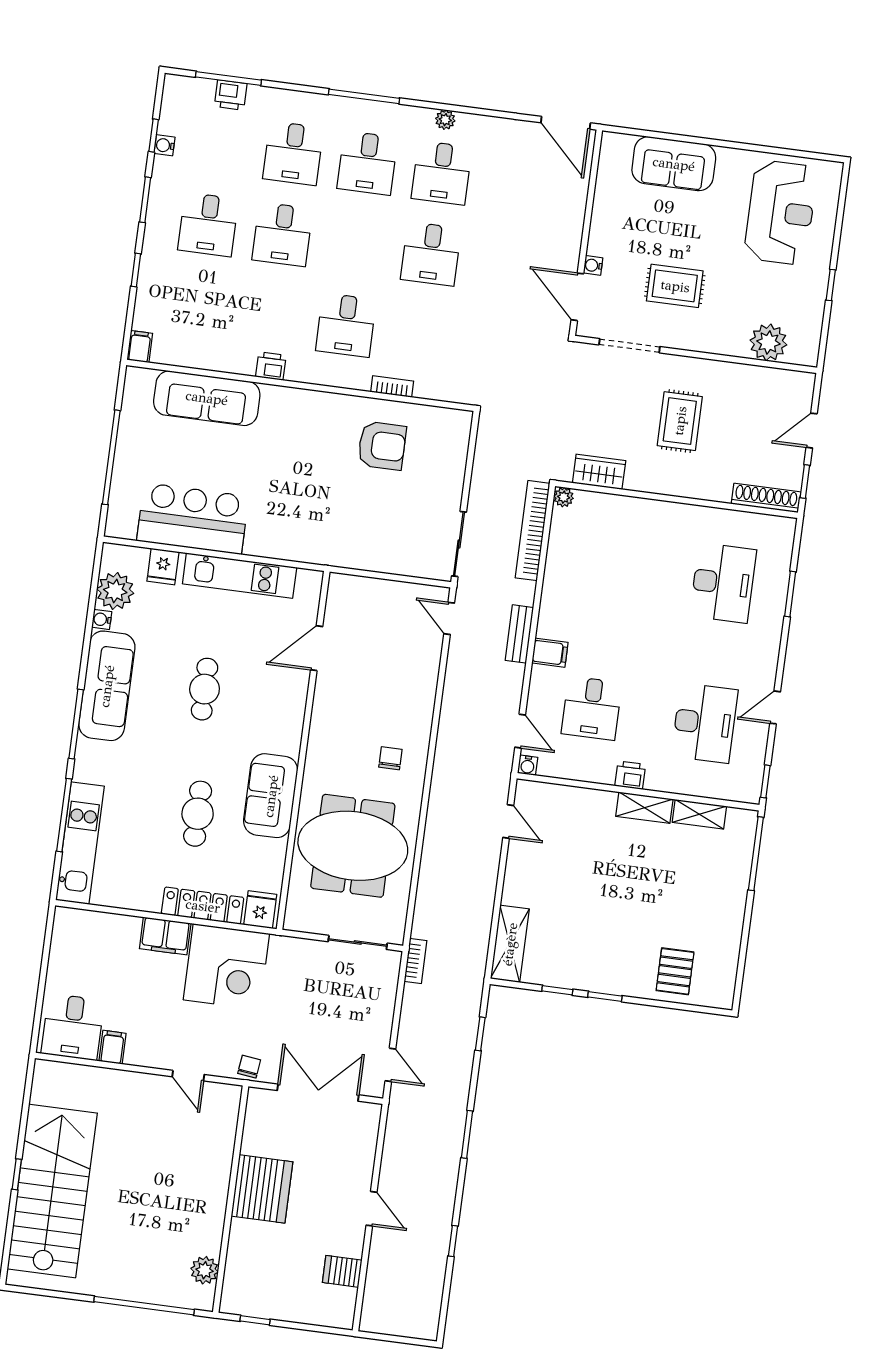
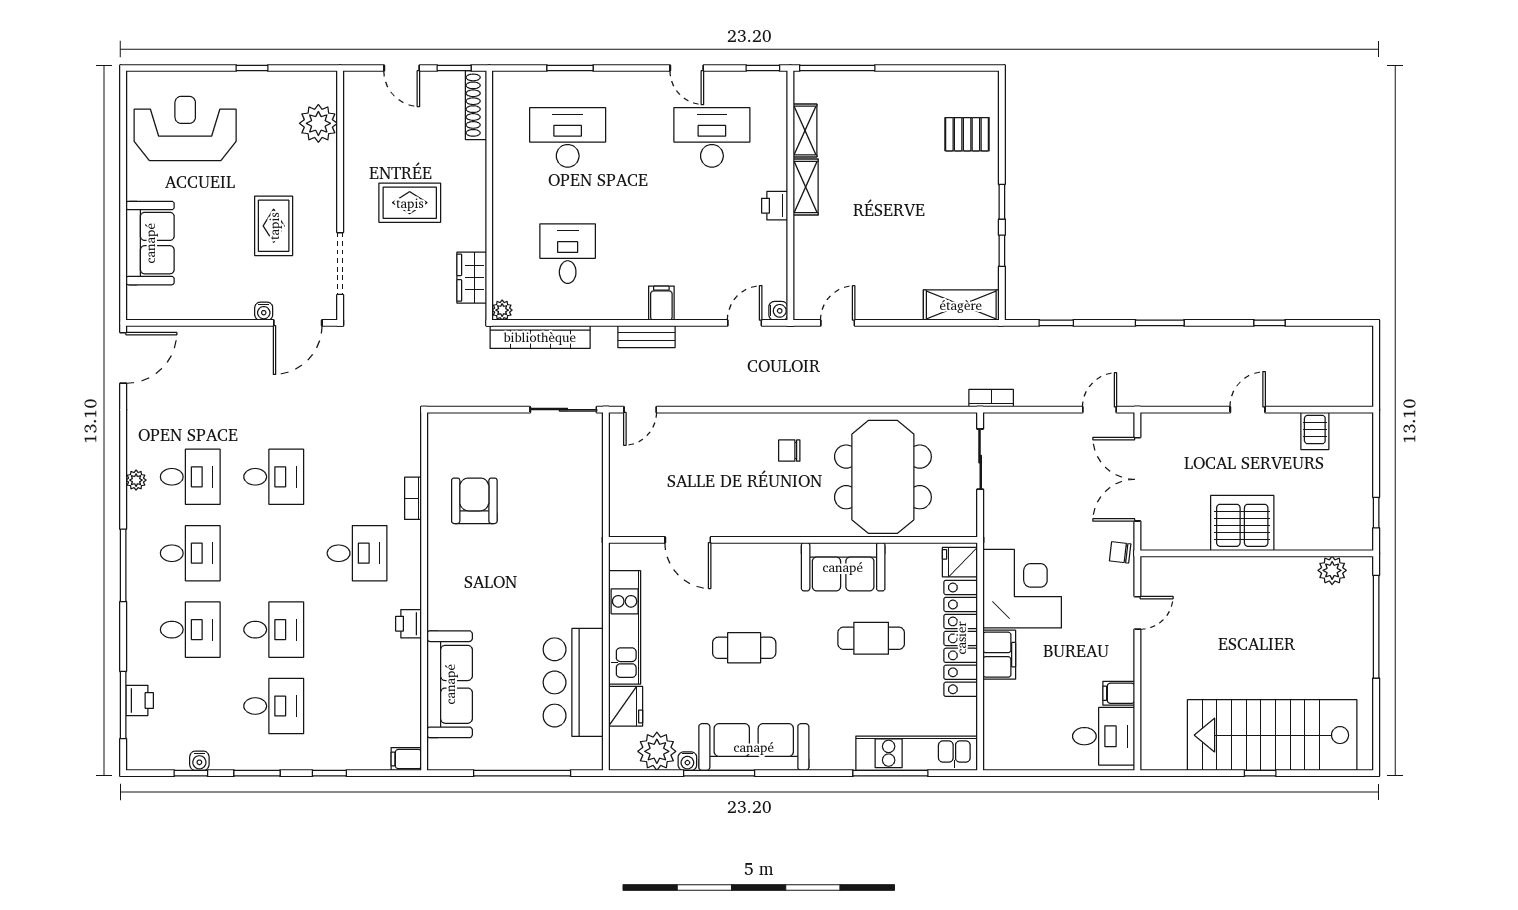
fridge: (163, 566) -> (626, 706), width x1.38
desk: (592, 708) -> (568, 254), moved, turned -90
window: (76, 724) -> (719, 773), moved
locker: (203, 906) -> (961, 638), width x1.41, depth x1.21

